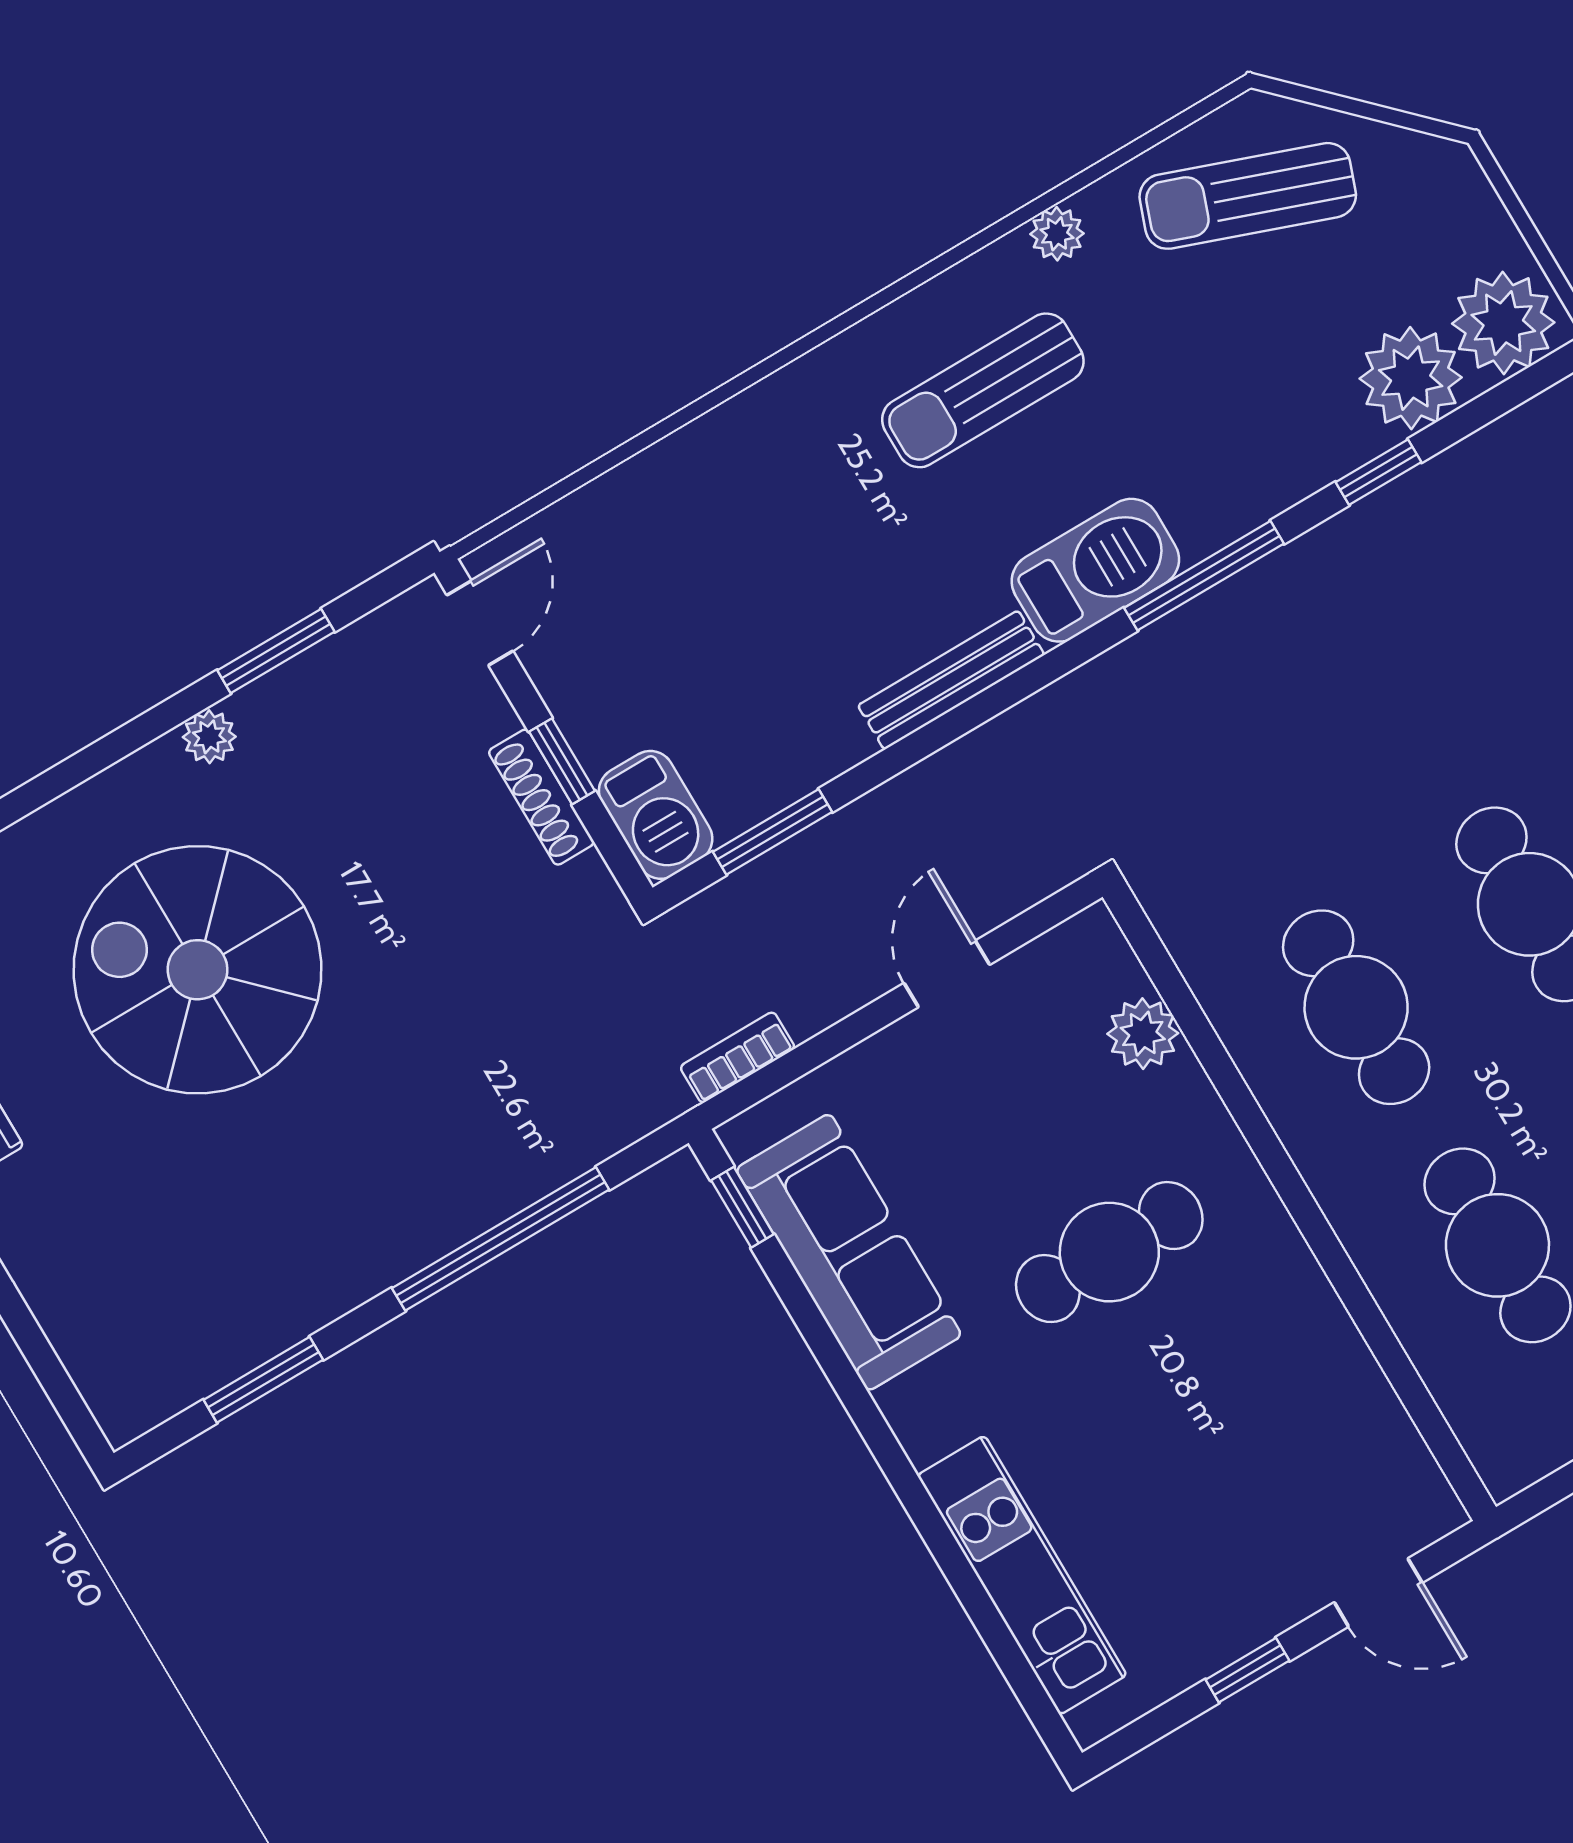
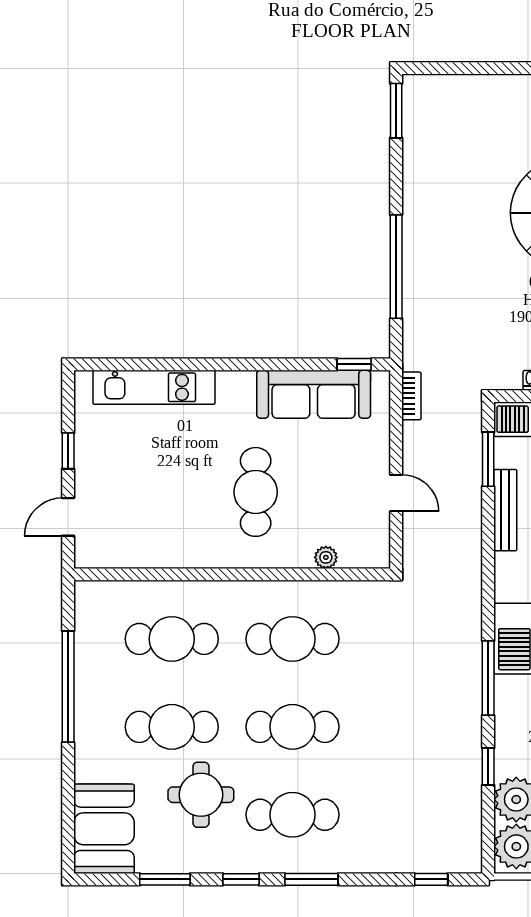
bench: (951, 680) -> (505, 510), moved
plant: (1143, 1034) -> (326, 557), width x0.73, depth x0.73
window: (263, 1380) -> (396, 111), moved

